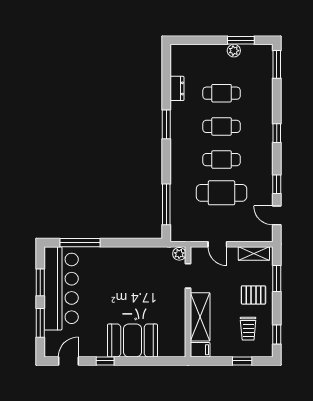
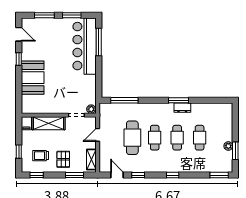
dresser: (177, 88) -> (182, 108), moved
door: (277, 215) -> (117, 175), hinge flipped
bar counter: (61, 288) -> (85, 46), moved, turned 90

